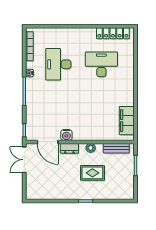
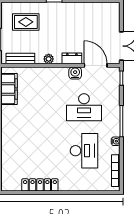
locker: (113, 33) -> (40, 185), moved
desk: (101, 64) -> (84, 107), moved
rug: (92, 173) -> (26, 22), moved

